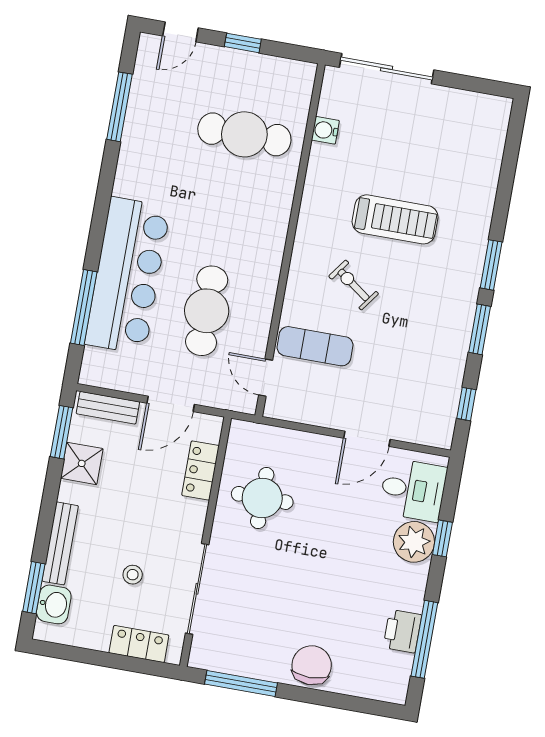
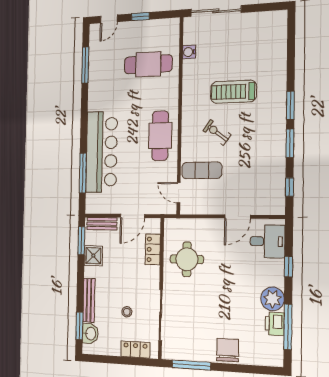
treadmill: (395, 219) -> (233, 92), turned 180
cafe table: (207, 311) -> (160, 136), moved
plant: (414, 542) -> (273, 299), moved

